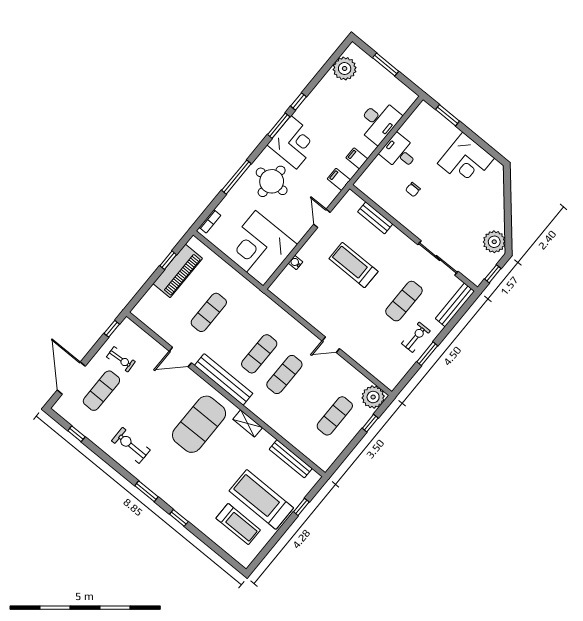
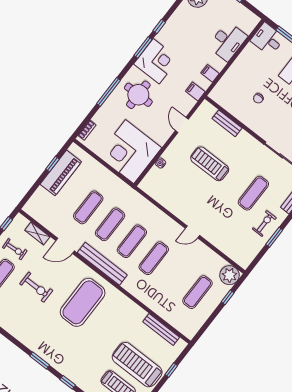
desk: (399, 152) -> (268, 39), moved
exercise mat: (234, 333) -> (110, 224), added
shelving: (248, 423) -> (37, 233), moved
exercise bike: (131, 445) -> (36, 287), moved, turned 180

